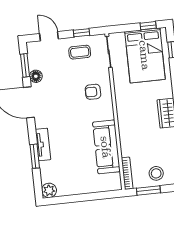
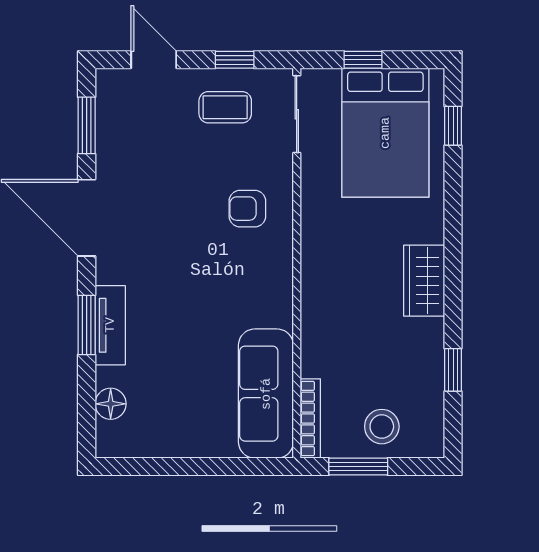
window: (148, 26) -> (363, 60), moved
floor lamp: (36, 76) -> (111, 404), moved
sofa: (106, 147) -> (266, 394), moved
window: (35, 156) -> (87, 325), moved
plant: (49, 190) -> (113, 440), removed

